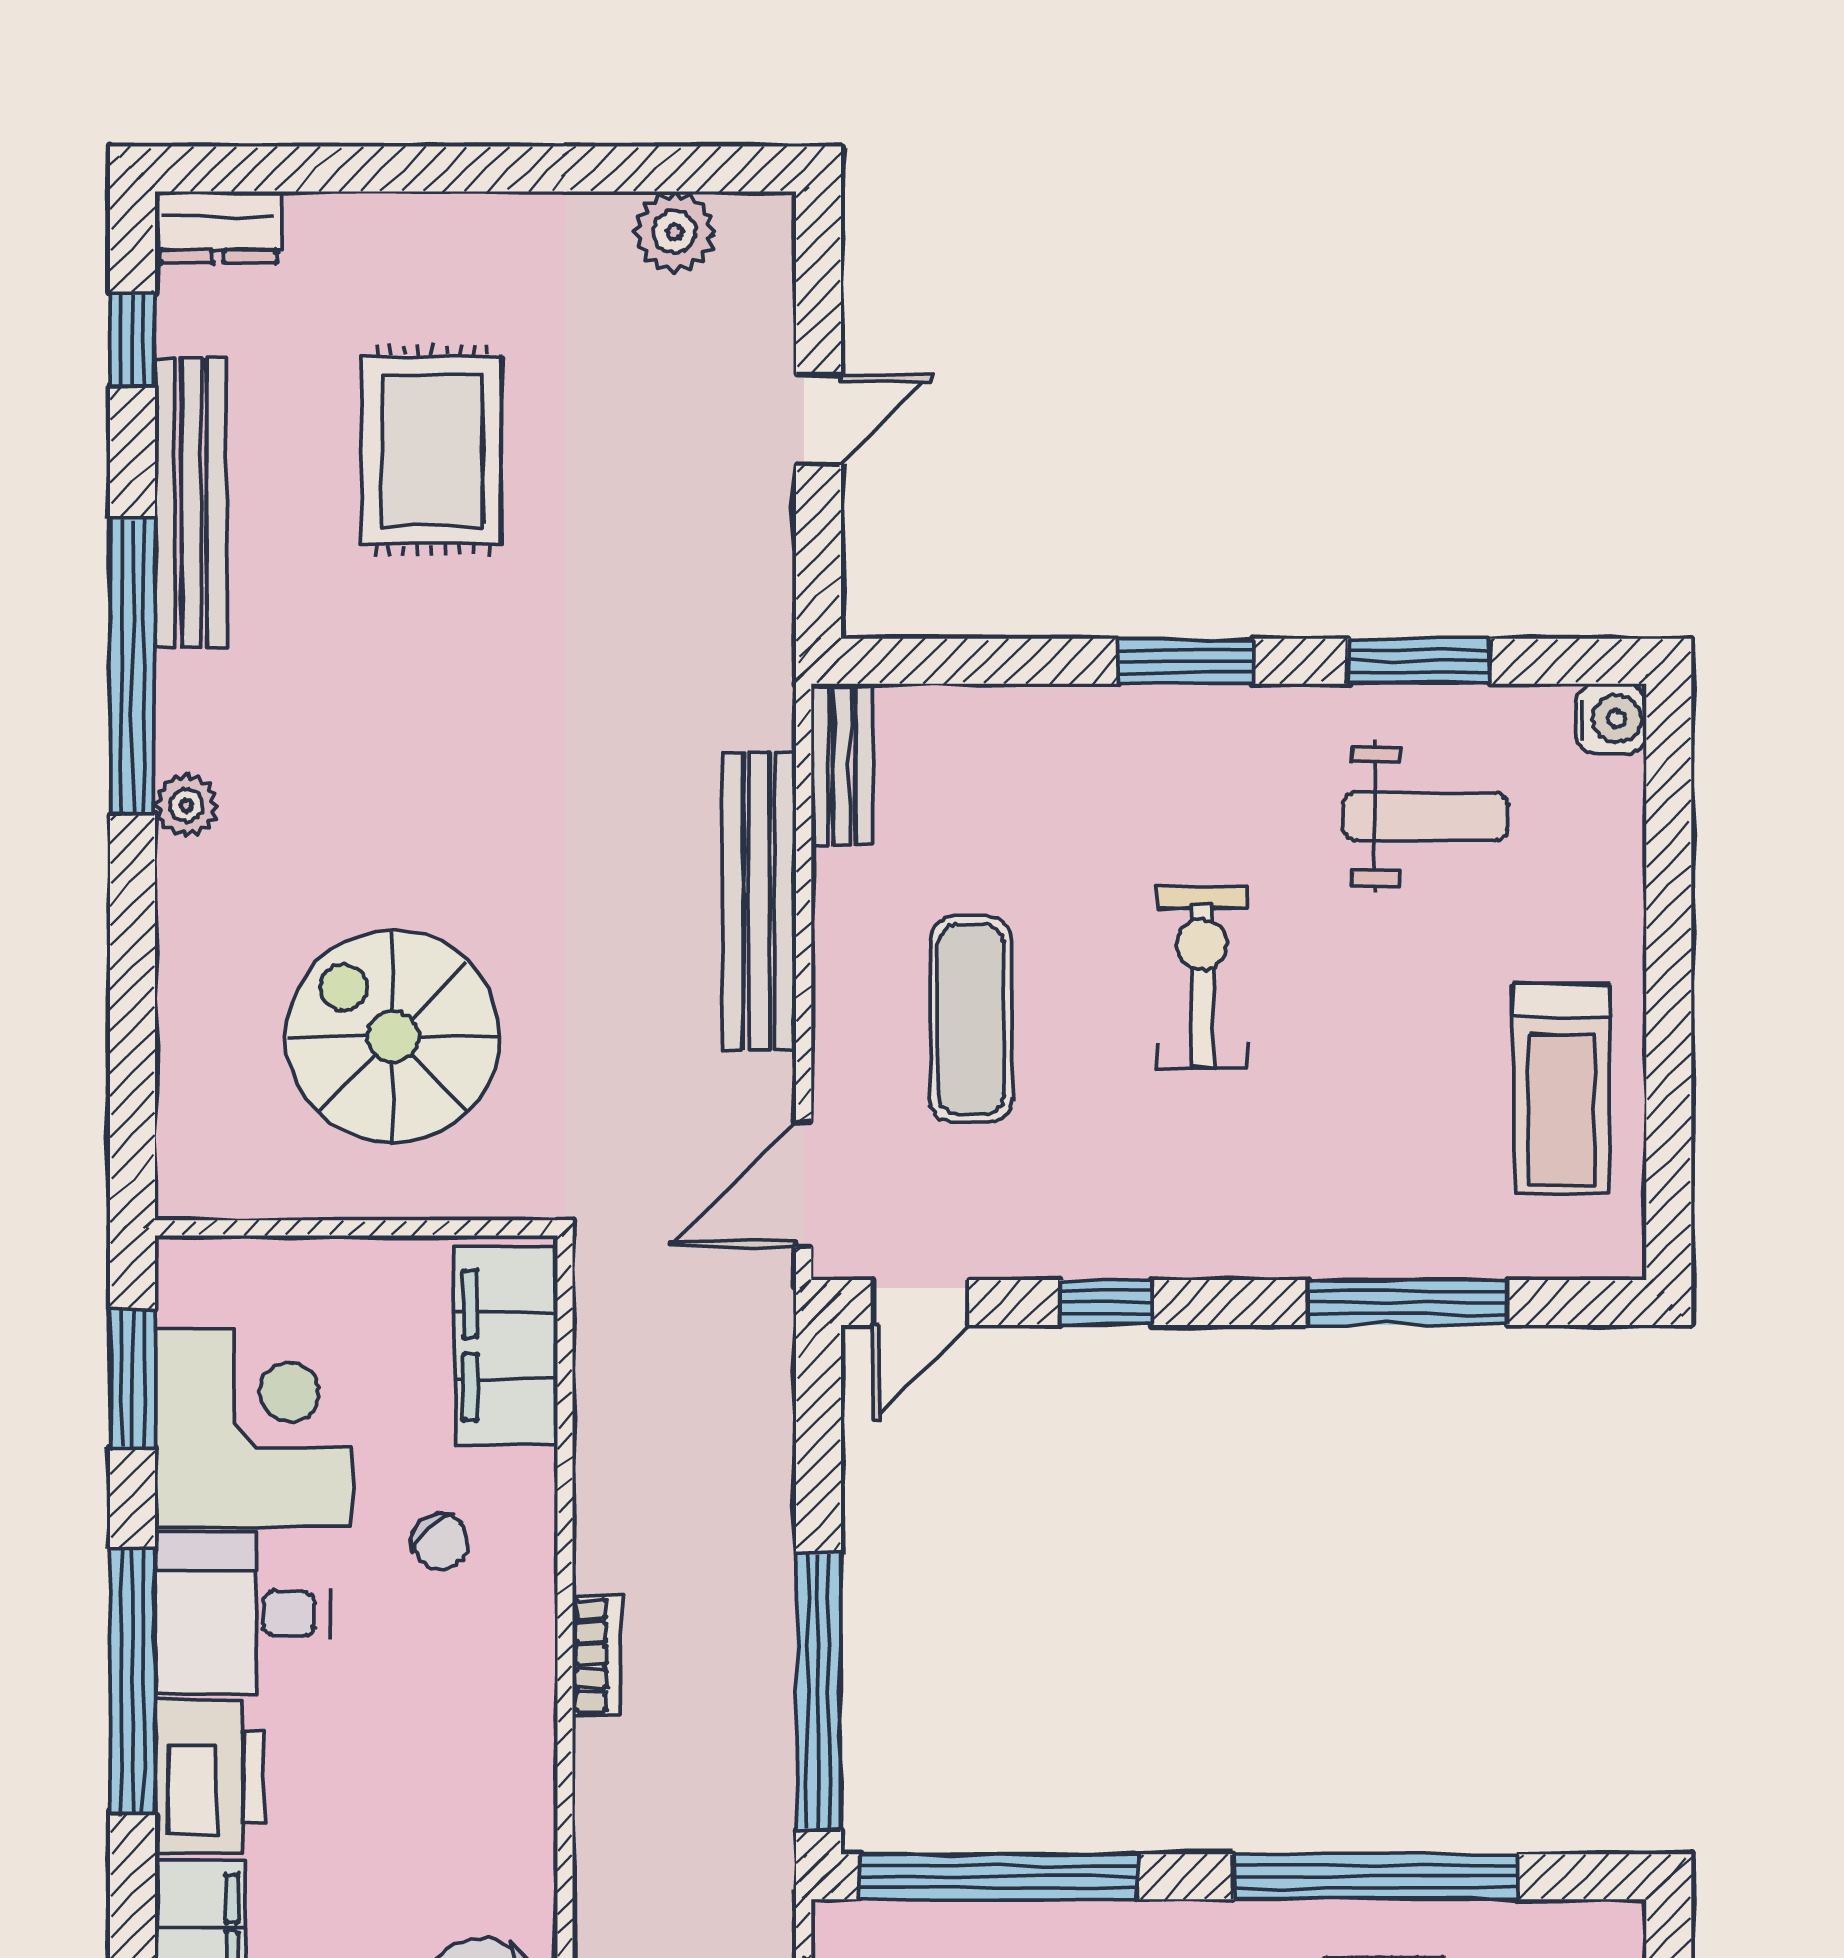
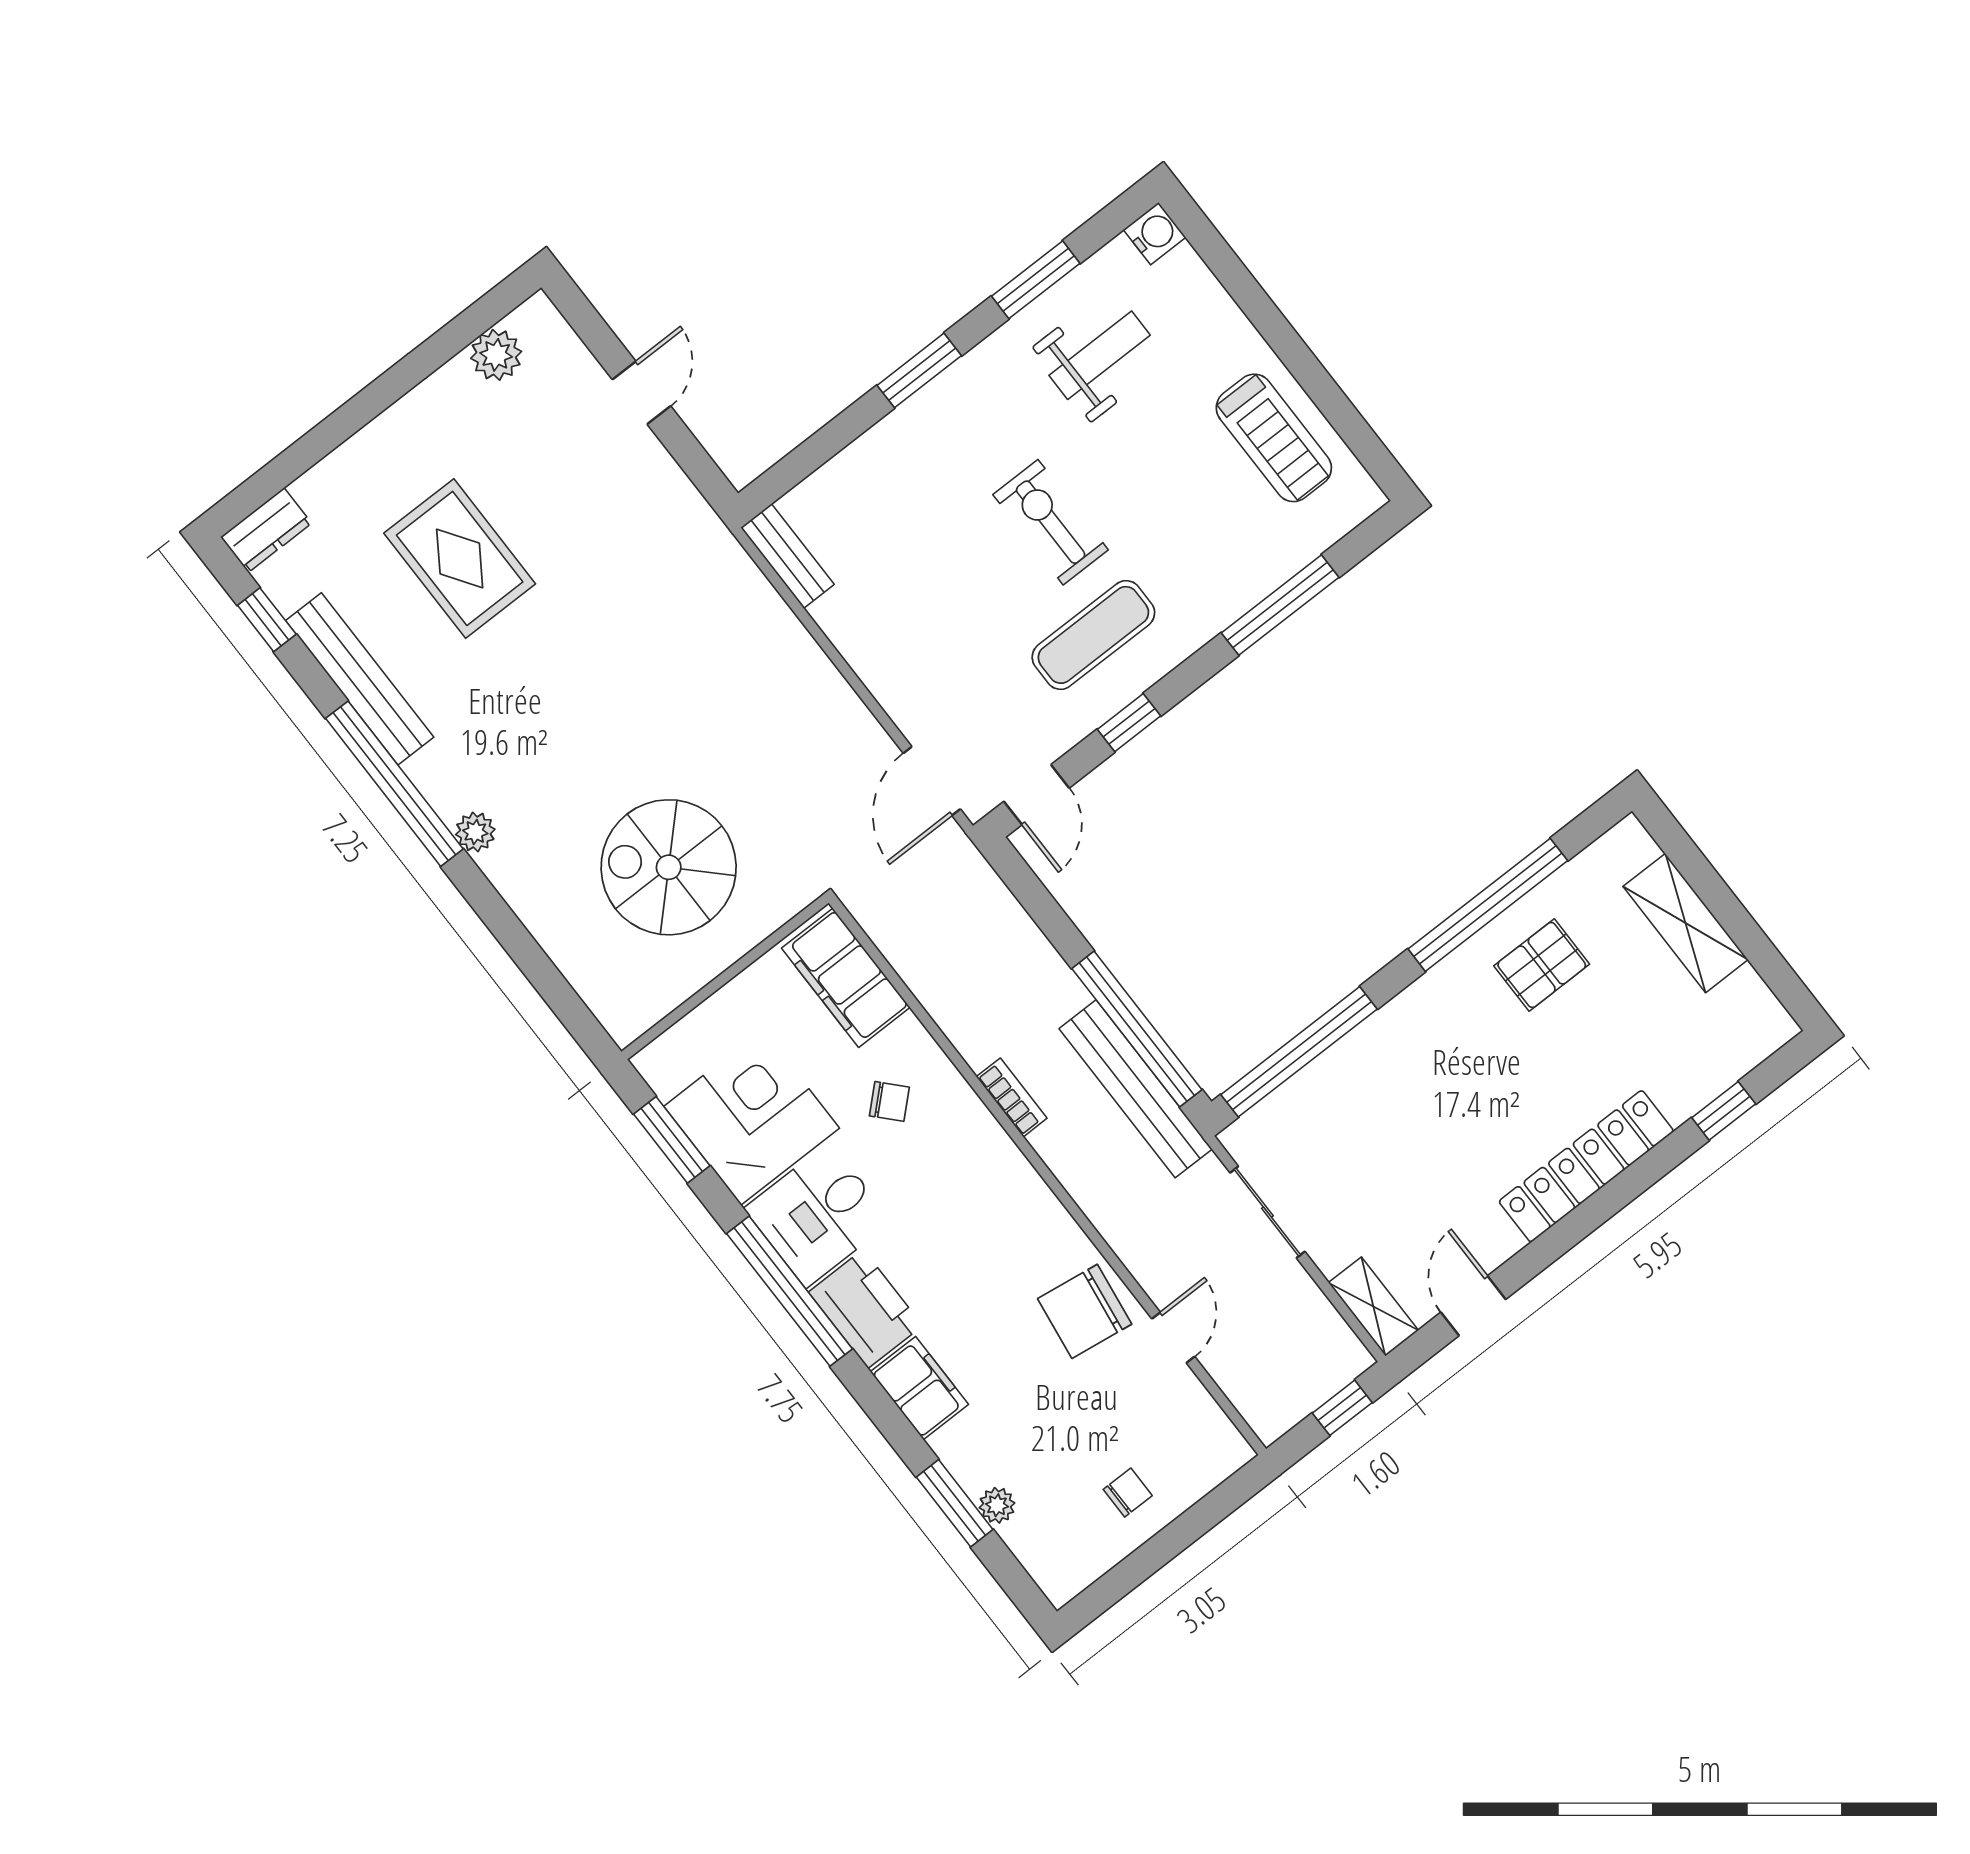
bench: (759, 901) -> (1136, 1089), moved
exercise mat: (971, 1020) -> (1093, 635), moved, turned 90

